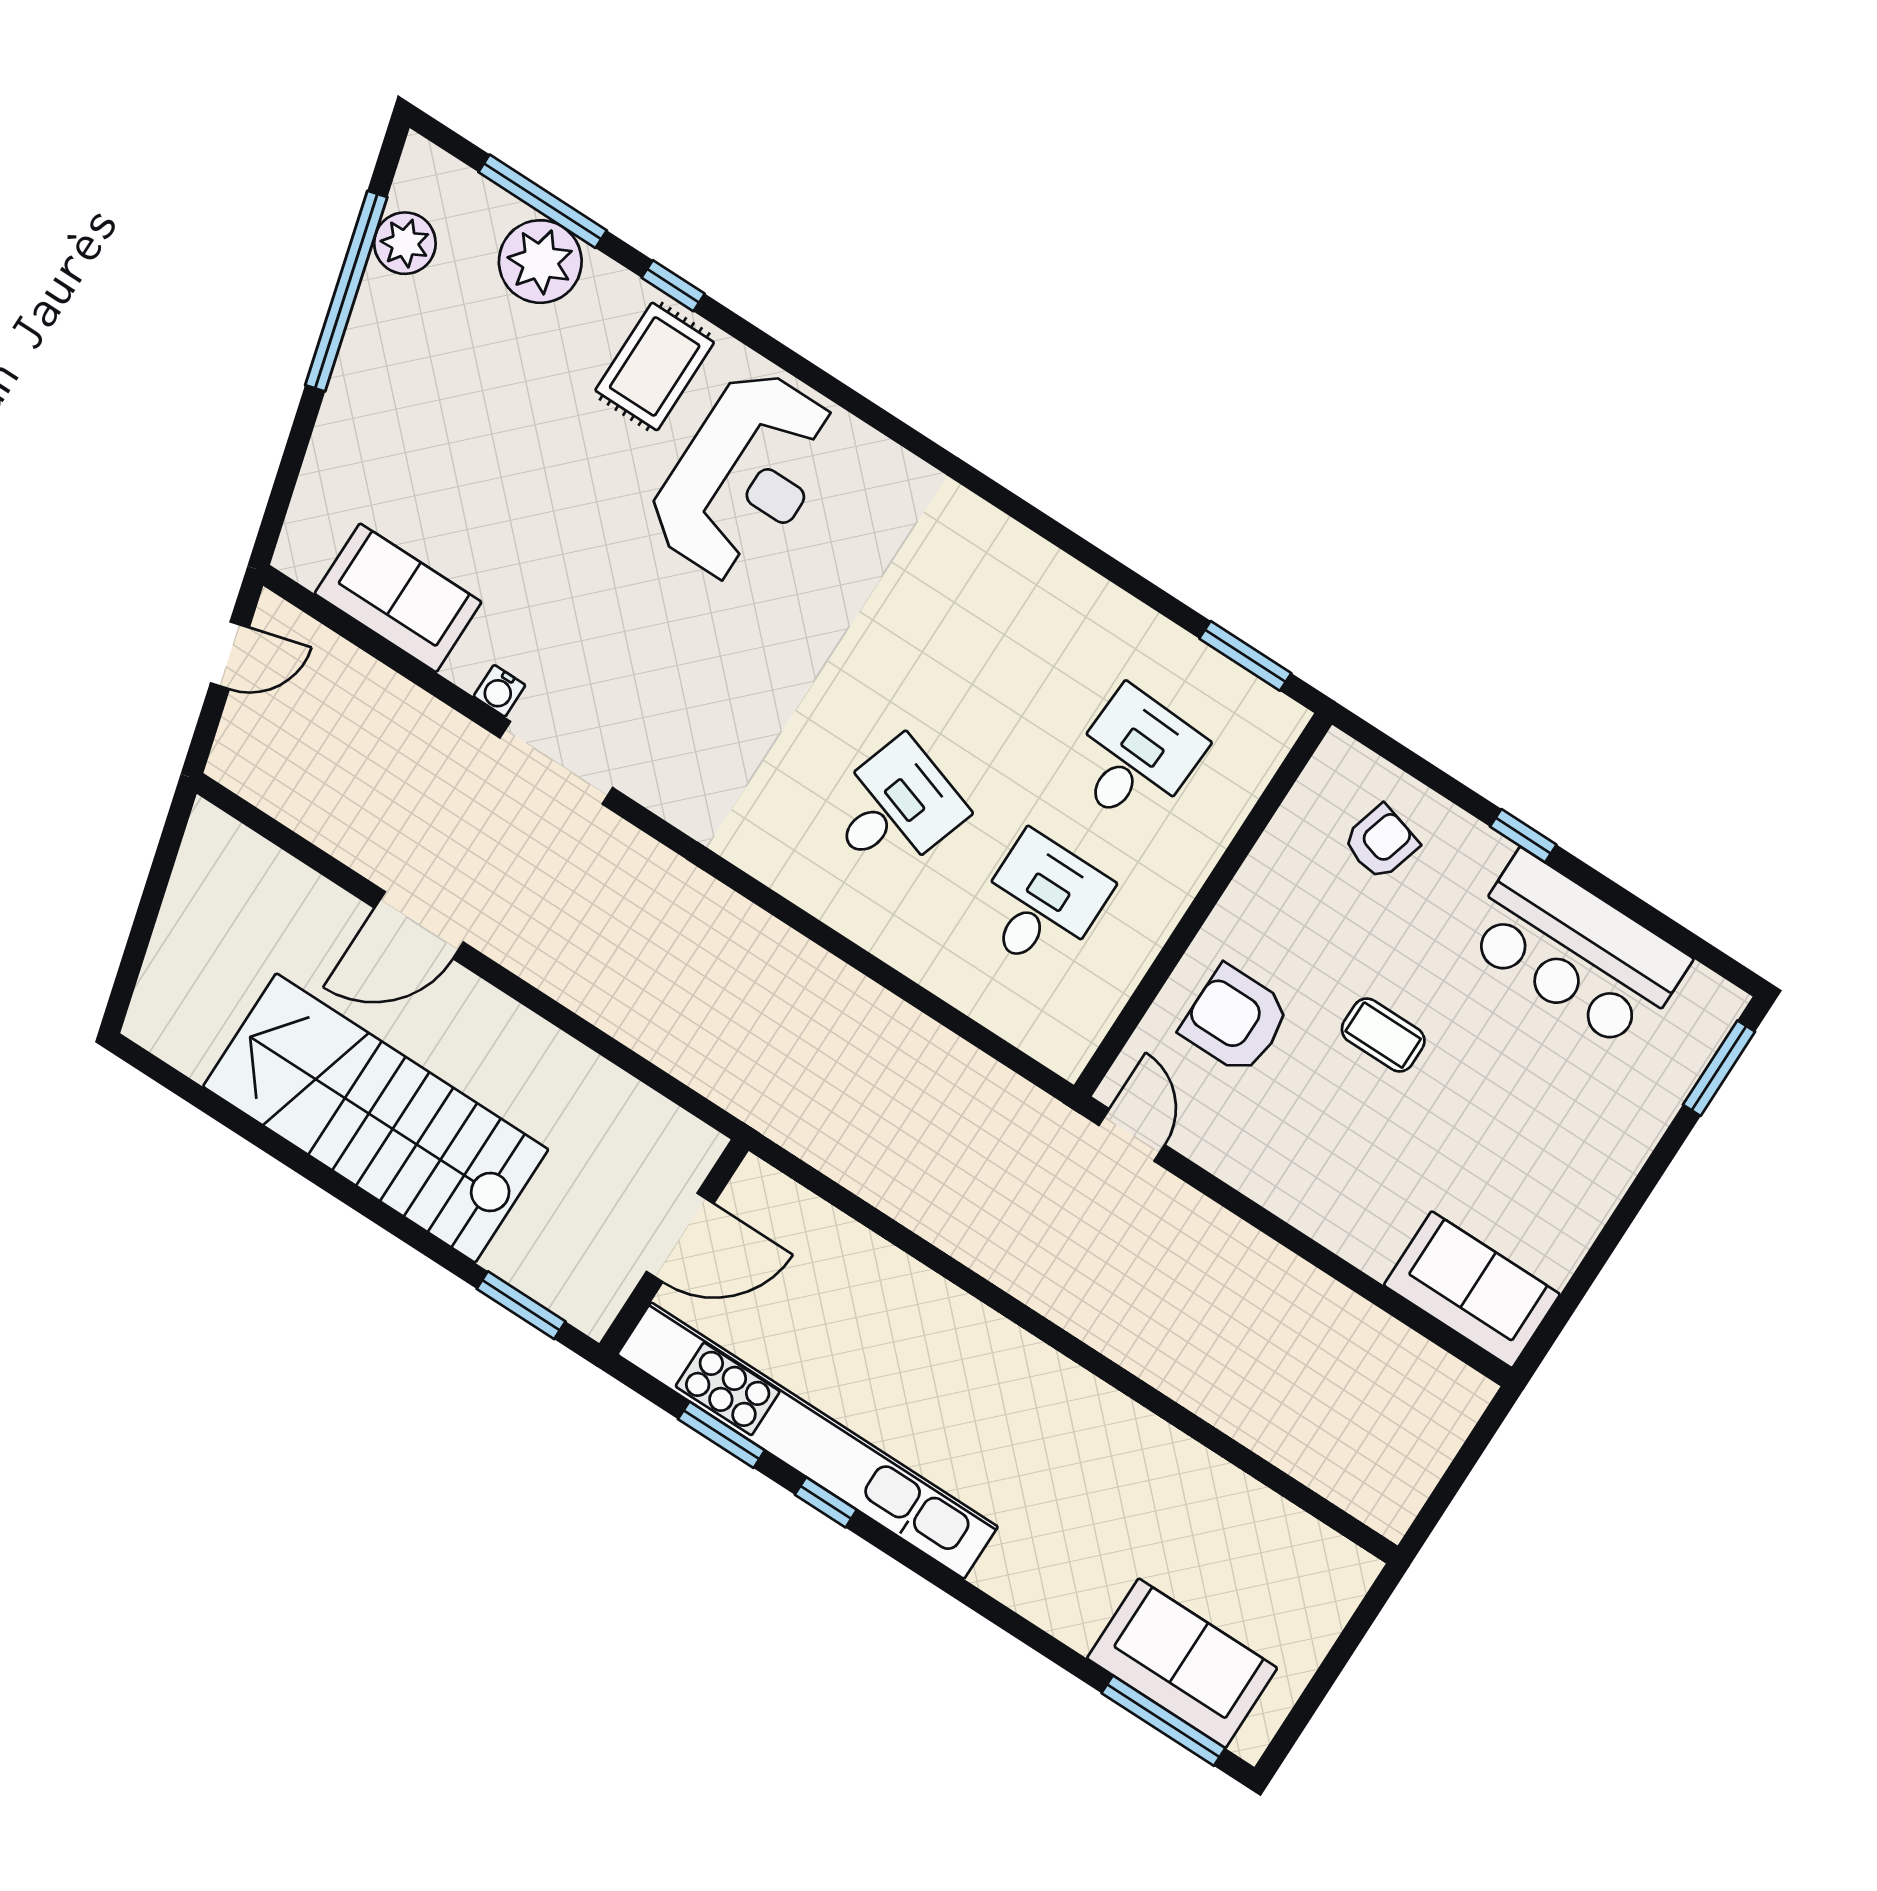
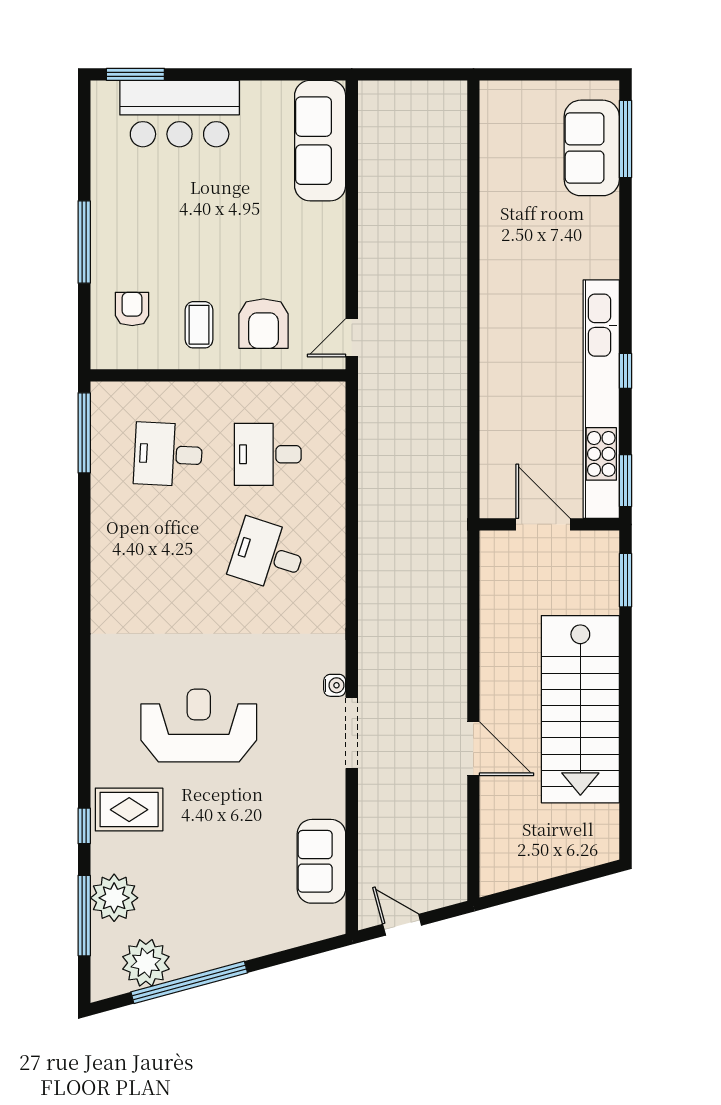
plant: (405, 243) -> (146, 963), width x1.36, depth x1.36
reception desk: (745, 476) -> (199, 726), moved
window: (1245, 656) -> (84, 433), width x1.44
water cooler: (499, 691) -> (335, 685), moved
window: (1523, 836) -> (84, 242), width x2.17
armchair: (1381, 842) -> (132, 309), turned 74
bar counter: (1576, 951) -> (180, 114), moved, turned 90
coffee table: (1383, 1035) -> (199, 325), moved
sofa: (1472, 1290) -> (320, 141), width x1.36
window: (721, 1435) -> (625, 481), moved

